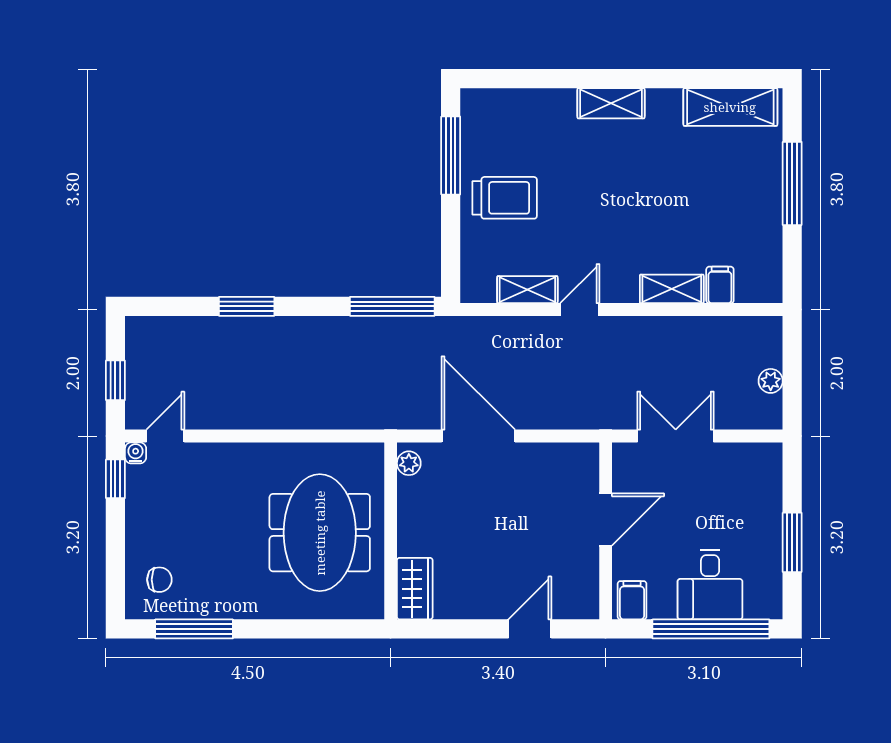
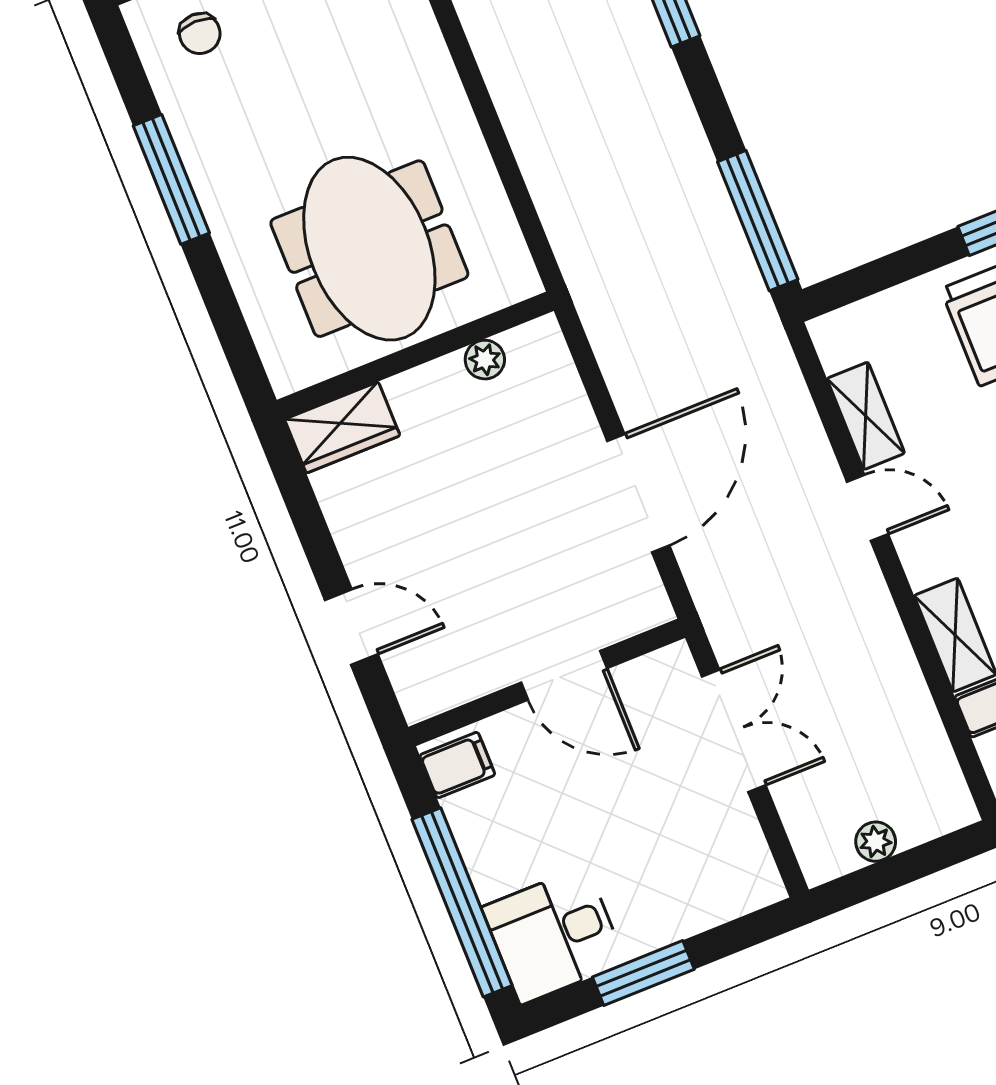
door: (478, 436) -> (638, 493), moved
plant: (409, 463) -> (485, 360), moved
meeting table: (320, 533) -> (369, 249), turned 90
desk: (710, 584) -> (554, 935), moved
window: (194, 629) -> (171, 179), moved

